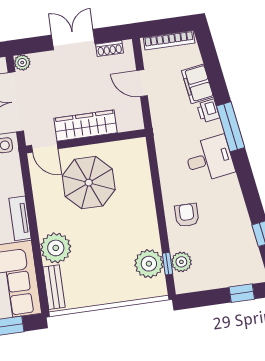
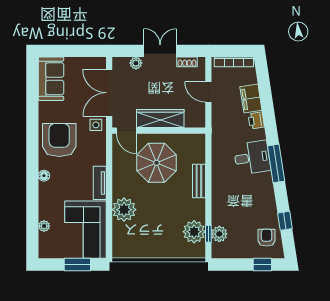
plant: (22, 62) -> (136, 63), moved
window: (231, 127) -> (276, 163), moved
armchair: (187, 215) -> (267, 238), moved
bench: (54, 287) -> (199, 181), moved

